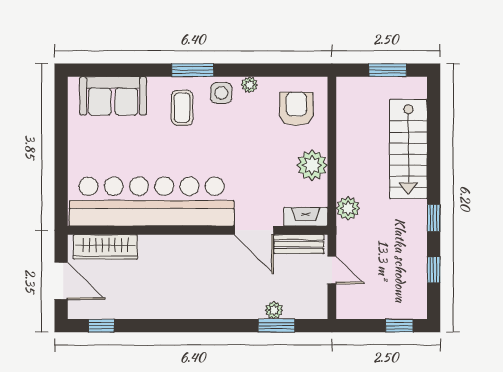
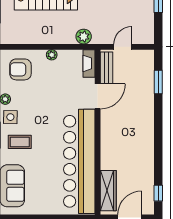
plant: (312, 165) -> (52, 55), width x0.53, depth x0.53
plant: (274, 310) -> (148, 84), removed

